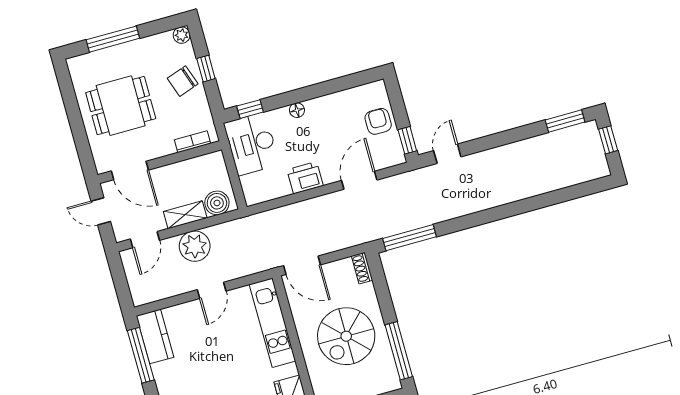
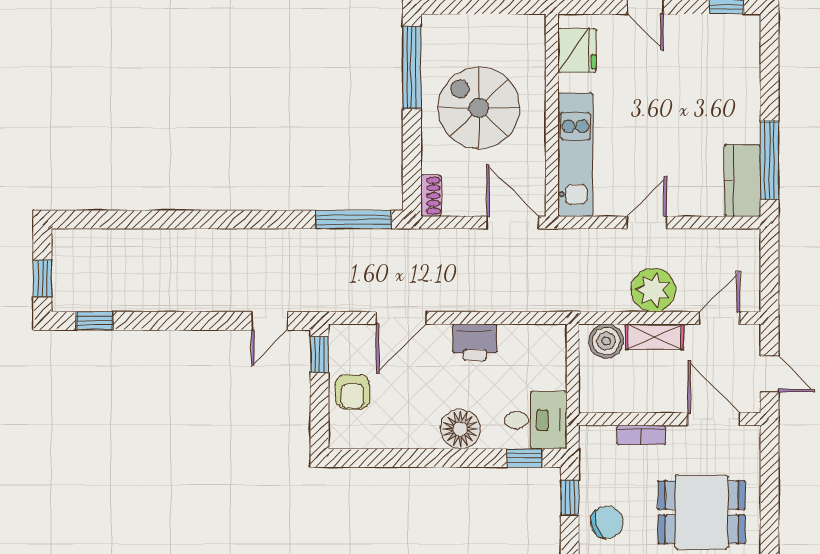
window: (206, 69) -> (570, 497), moved
floor lamp: (297, 110) -> (460, 429), width x1.89, depth x1.89
window: (565, 121) -> (95, 321), width x0.67
bookcase: (193, 142) -> (641, 435), moved
desk: (252, 144) -> (536, 420), width x0.73
spiral stairs: (346, 336) -> (479, 108), turned -90

